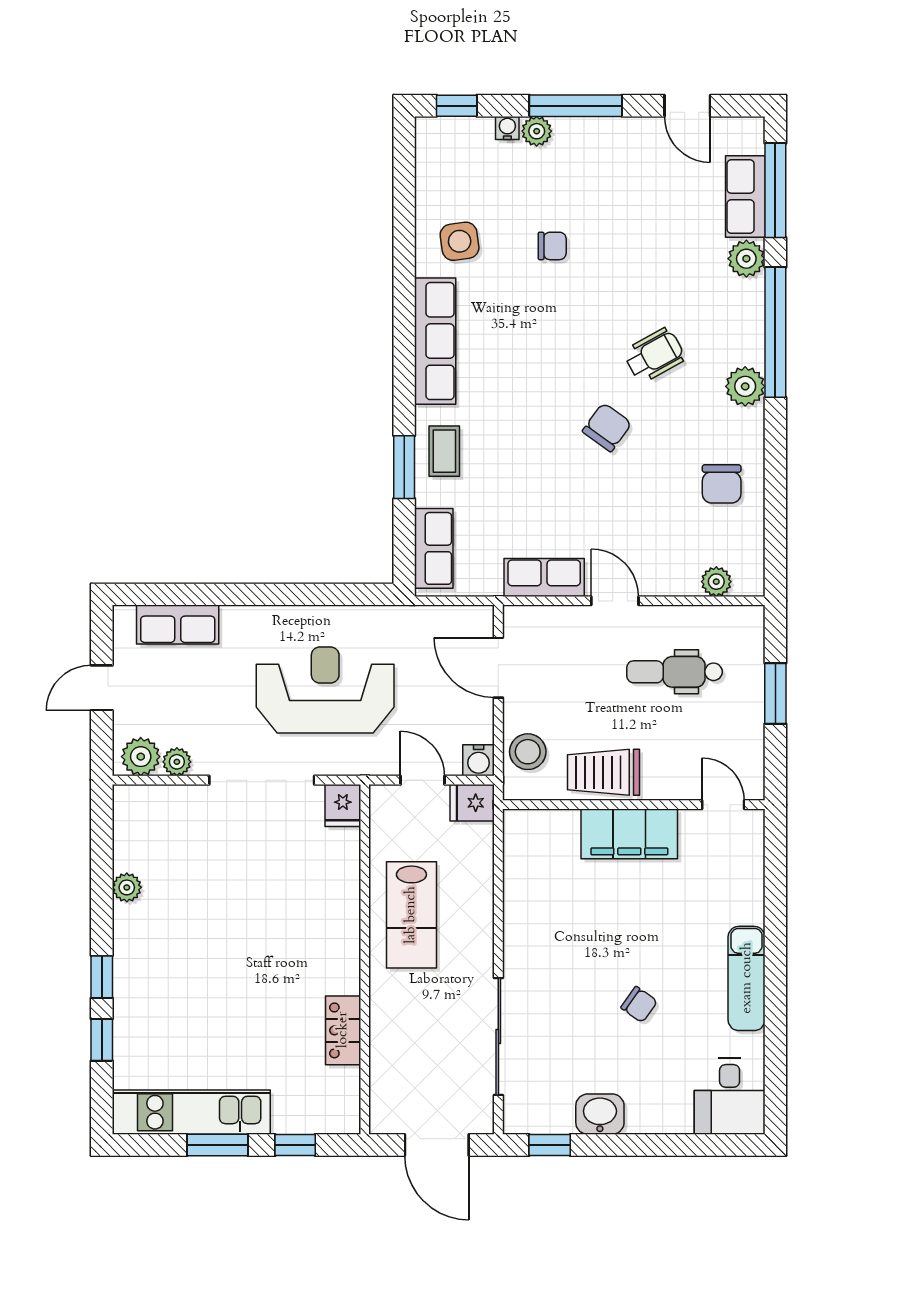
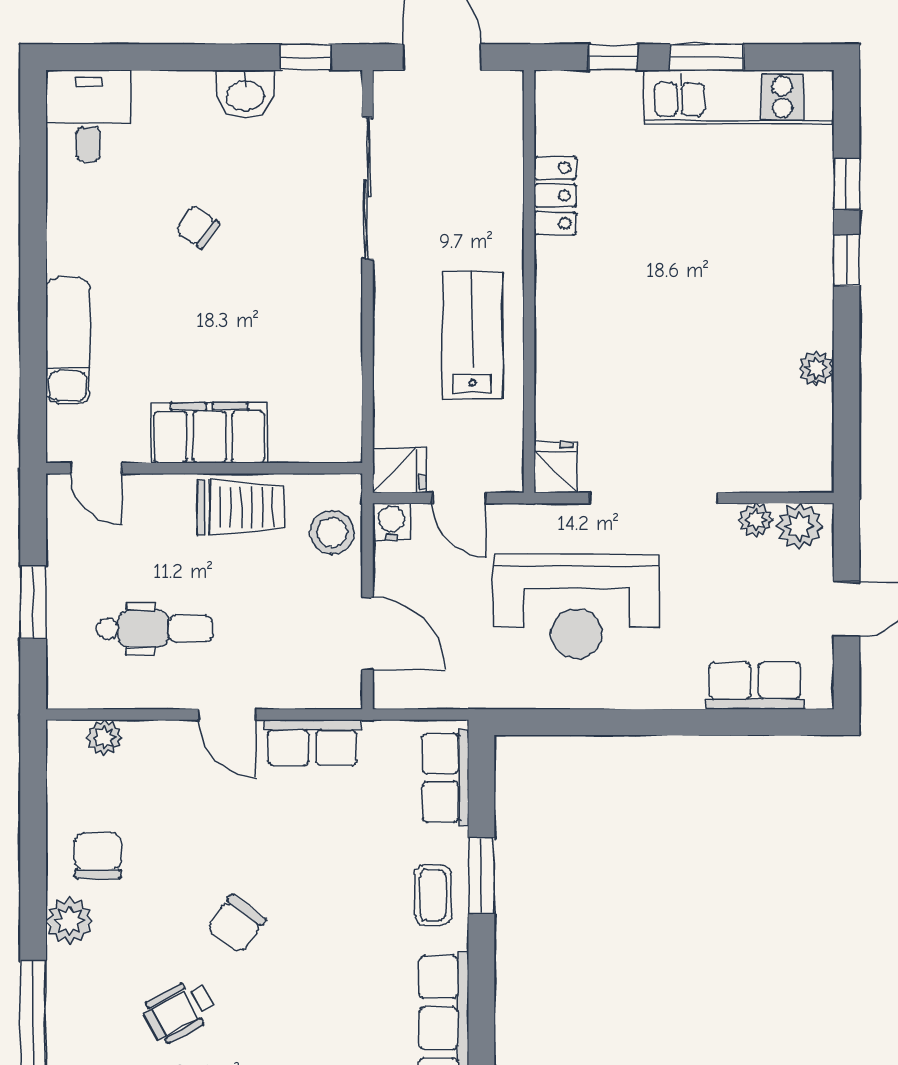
plant: (745, 386) -> (70, 921), moved
exam couch: (747, 978) -> (68, 340), moved

